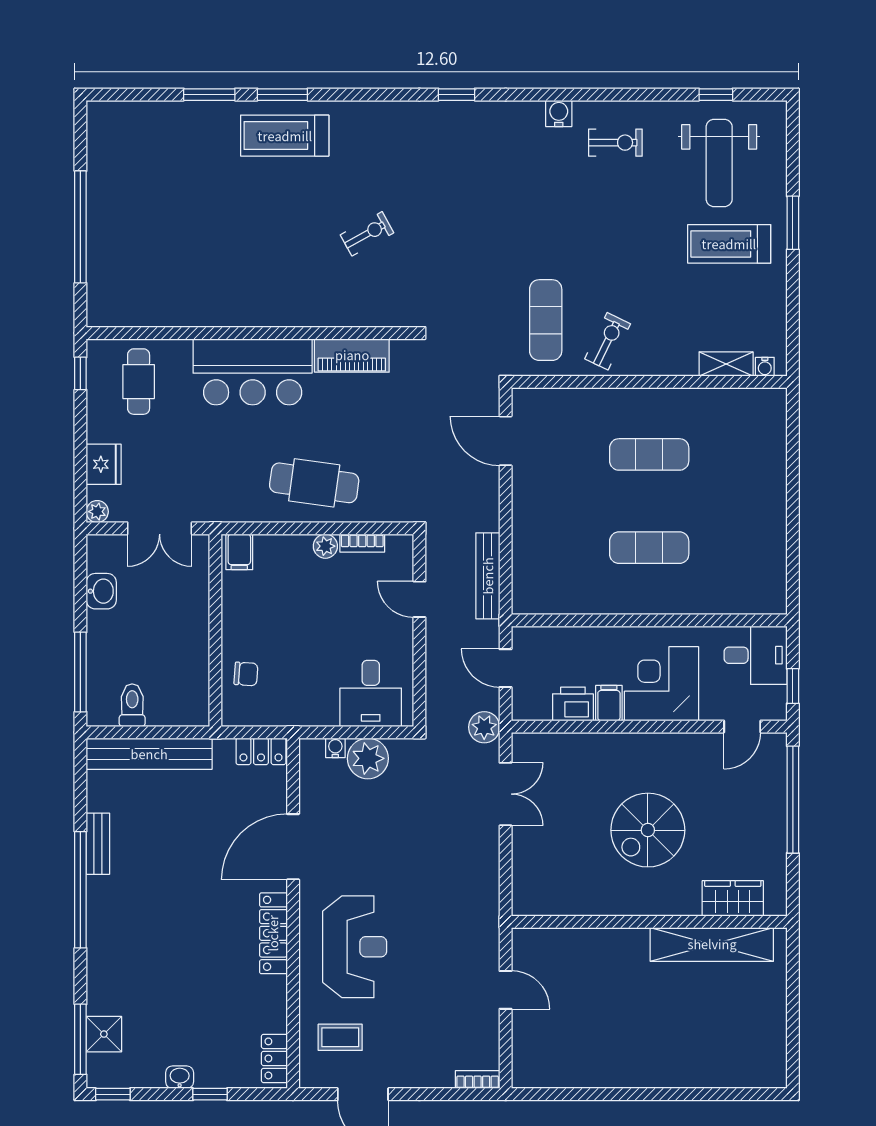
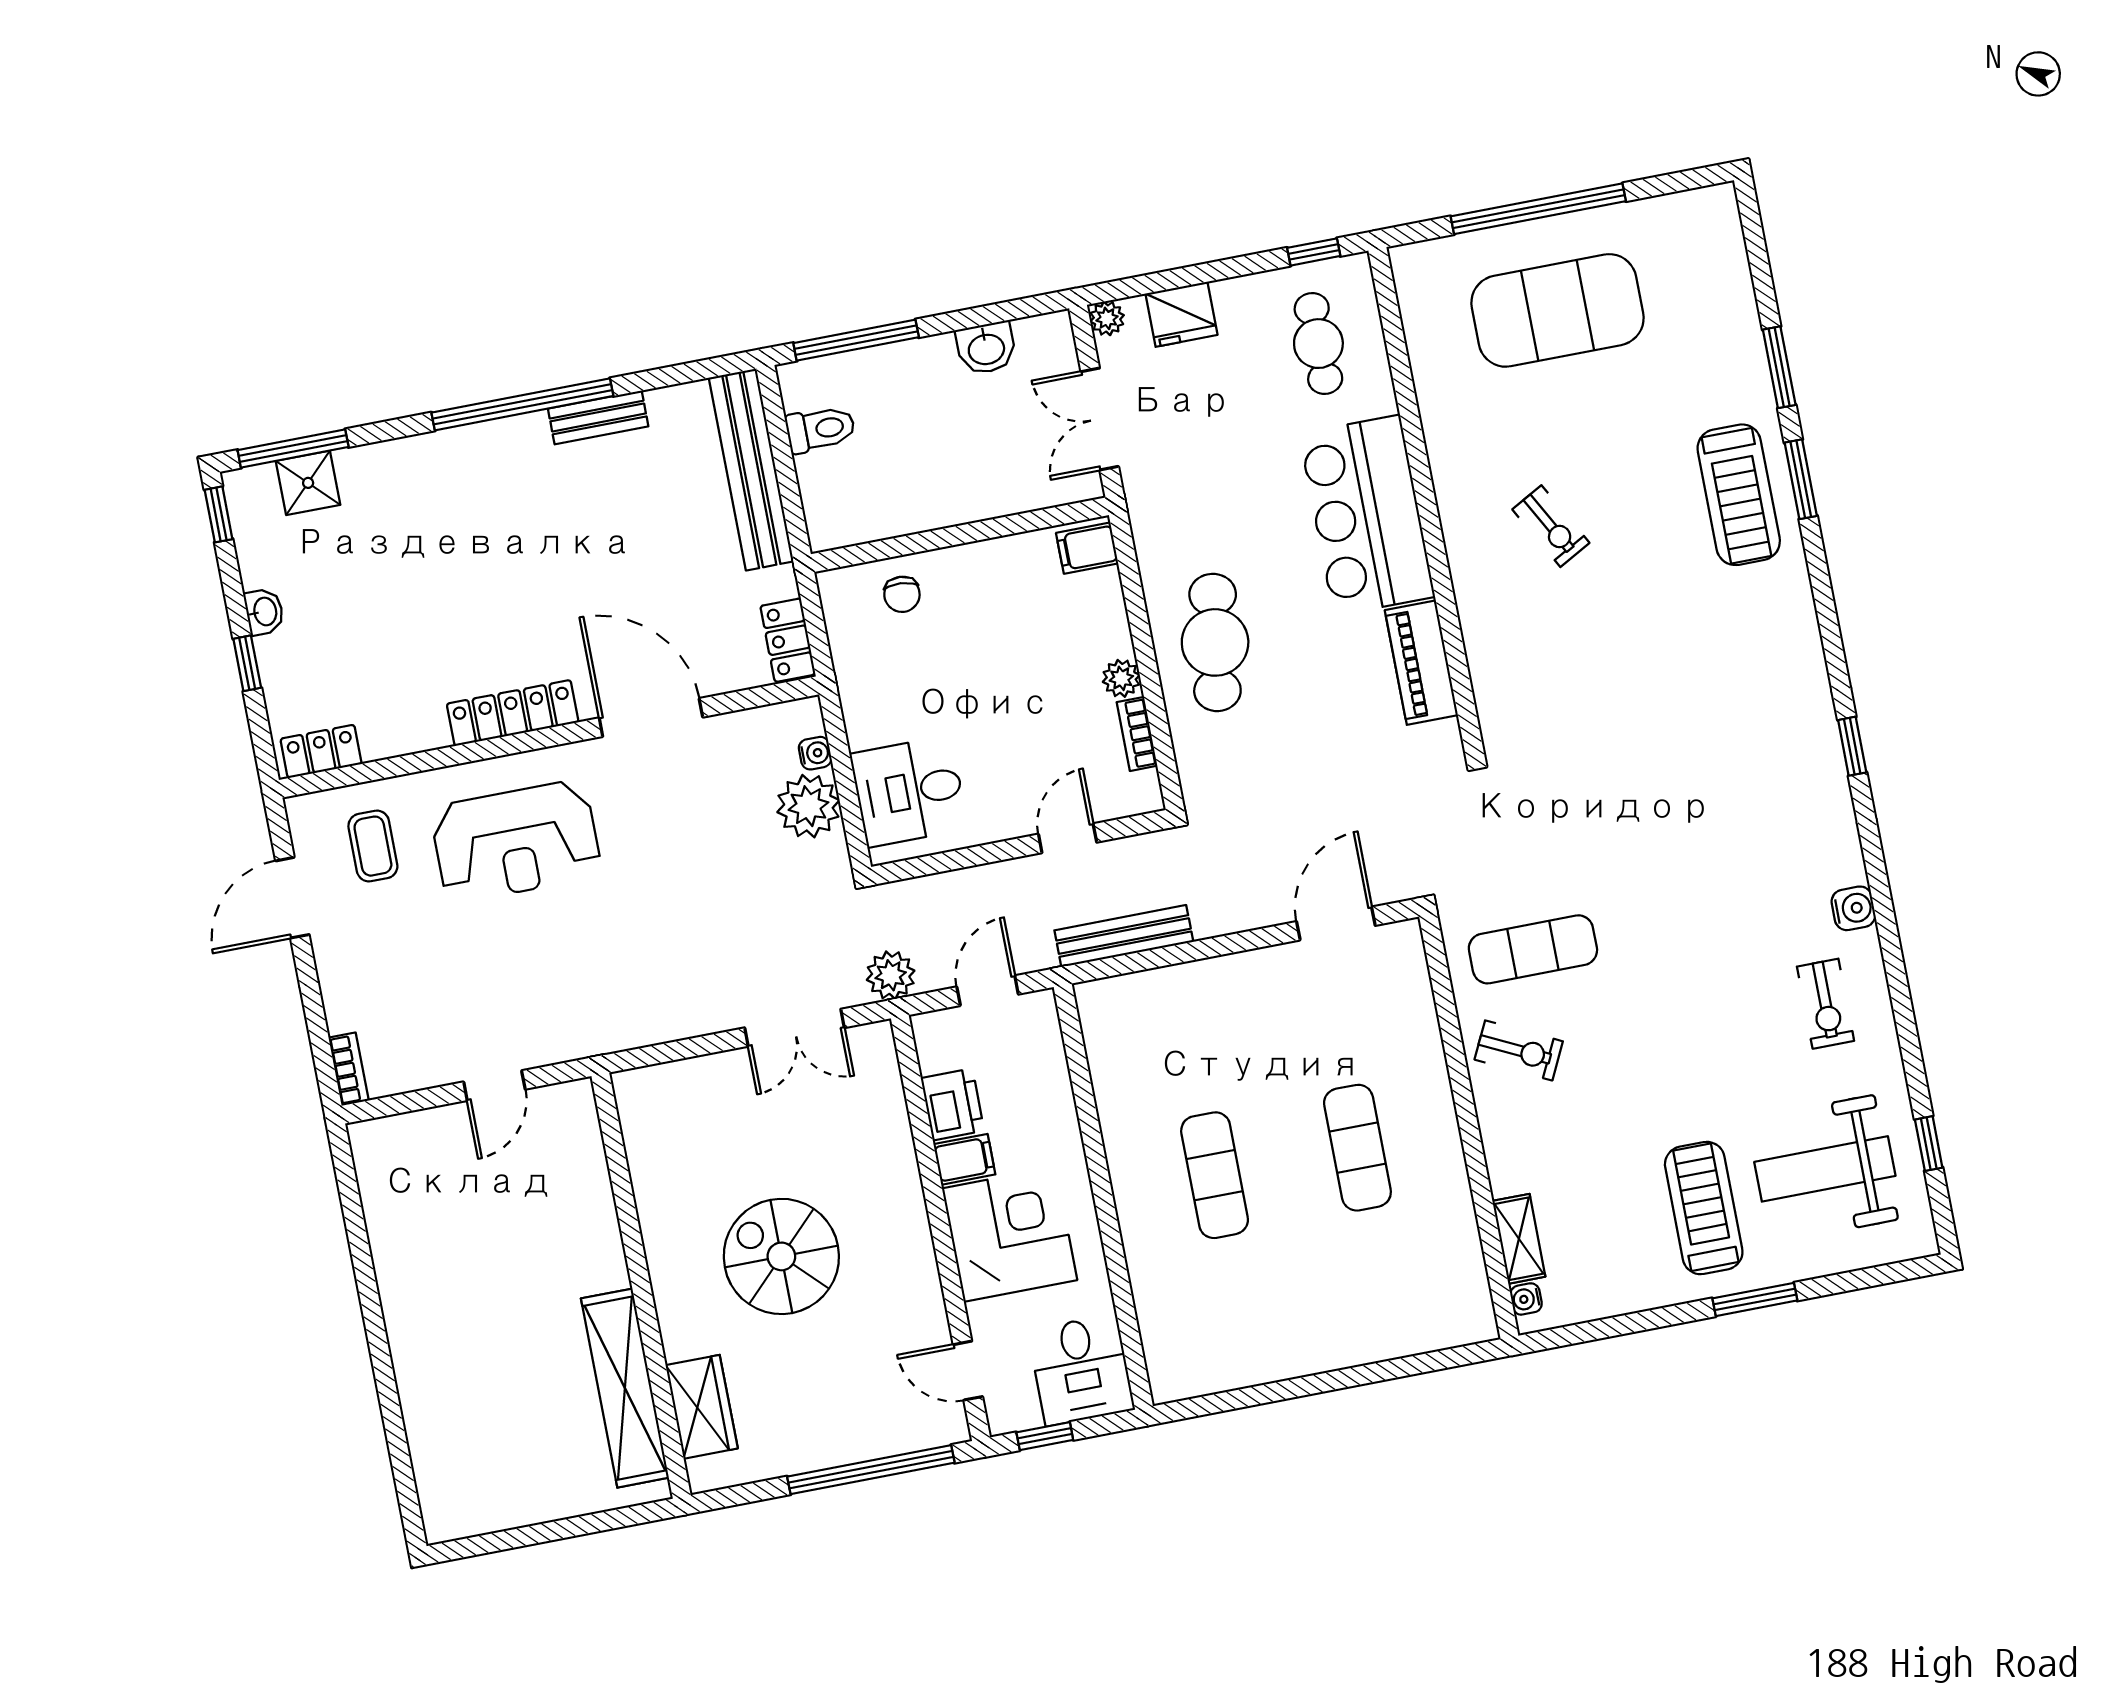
treadmill: (285, 136) -> (1739, 495), turned 180
exercise mat: (147, 227) -> (1557, 310), added
exercise bike: (367, 234) -> (1551, 526), moved
cafe table: (139, 382) -> (1318, 344), turned 90

